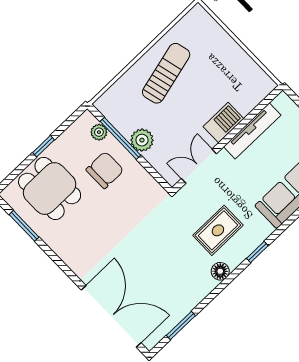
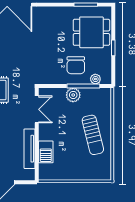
barbecue: (223, 123) -> (46, 152), moved

